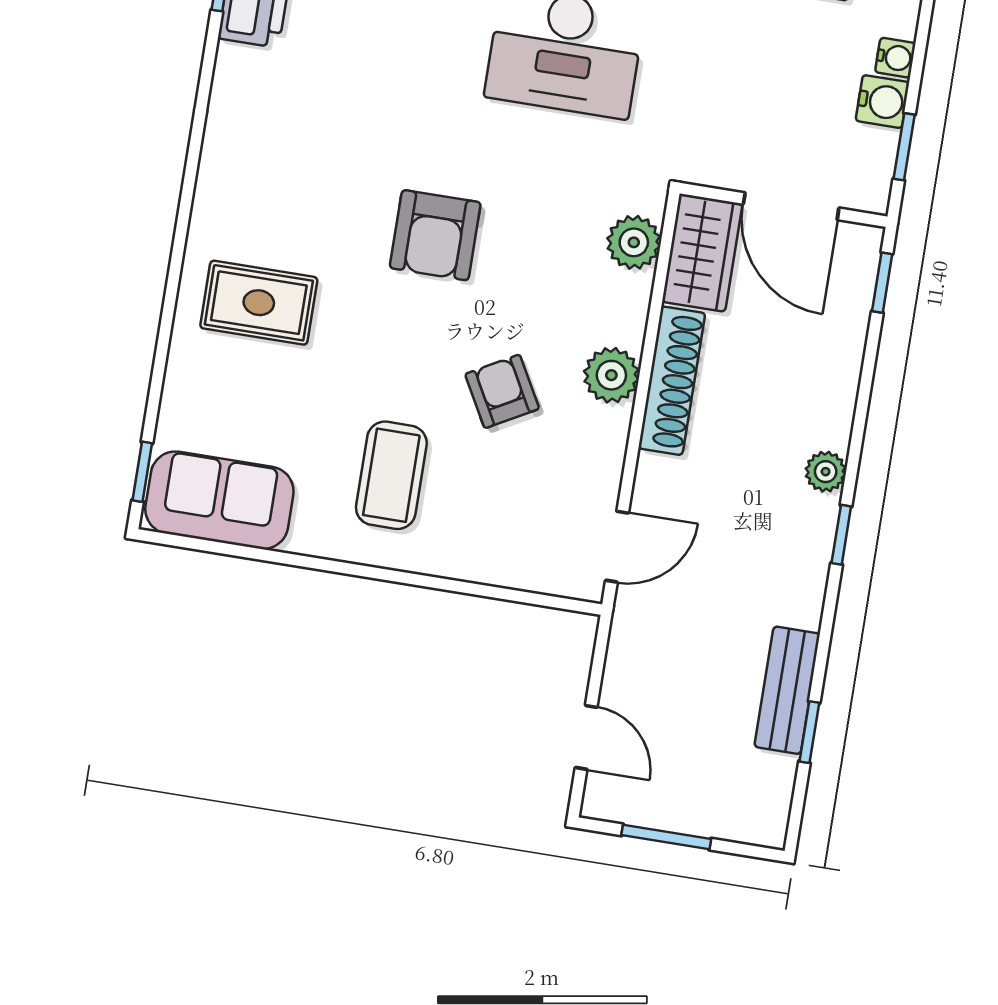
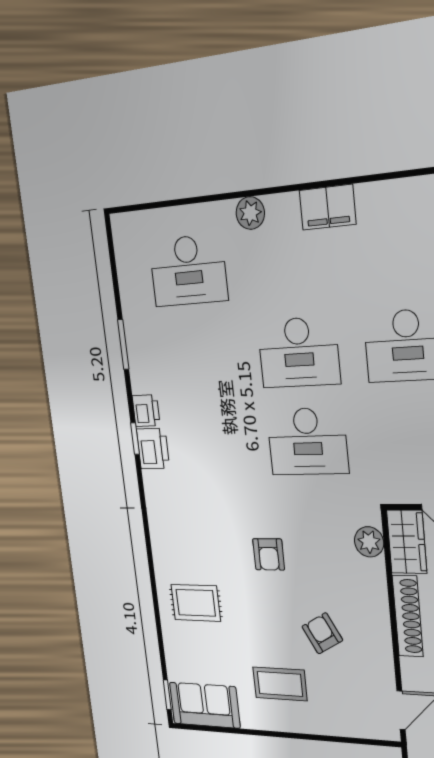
armchair: (435, 235) -> (269, 554), width x0.72, depth x0.72
plant: (611, 375) -> (375, 617), removed
coffee table: (391, 475) -> (280, 684), turned 90

